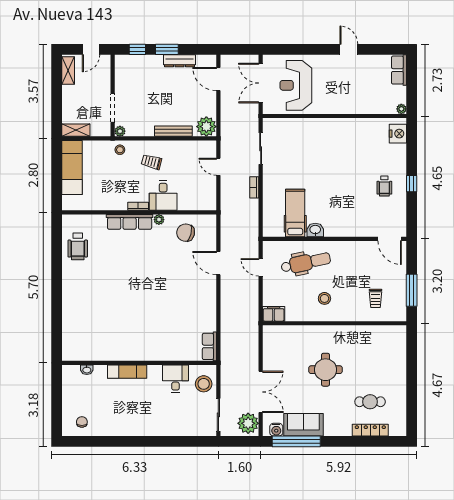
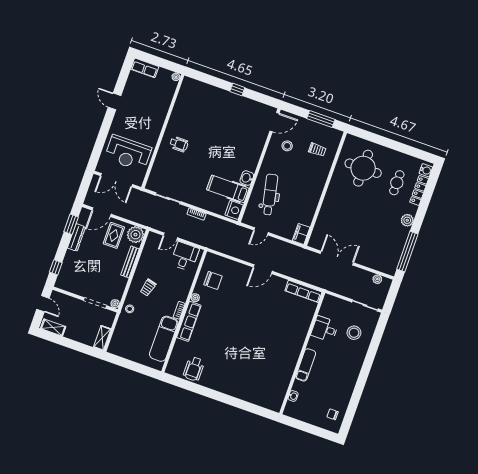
window: (167, 49) -> (71, 224), moved
door: (349, 49) -> (115, 101), hinge flipped
rug: (197, 102) -> (114, 235), added
nightstand: (398, 134) -> (234, 210), moved, turned 90
exam couch: (72, 168) -> (164, 339), moved, turned -90
wheelchair: (384, 186) -> (179, 144), moved
desk: (163, 196) -> (185, 256), moved, turned -90
chair: (186, 233) -> (213, 280), turned -104
wheelchair: (78, 246) -> (194, 369), turned 90
door: (218, 263) -> (263, 269), moved
stool: (324, 298) -> (287, 146), moved
row of seats: (209, 346) -> (303, 291), width x1.48
round table: (325, 370) -> (363, 168), moved, width x1.36, depth x1.36
stool: (204, 384) -> (354, 333), moved
double door: (261, 392) -> (337, 258), moved
plant: (248, 423) -> (377, 279), width x0.53, depth x0.53
sofa: (303, 425) -> (396, 241), removed
plant: (332, 429) -> (407, 220), added
water cooler: (276, 430) -> (426, 170), moved

